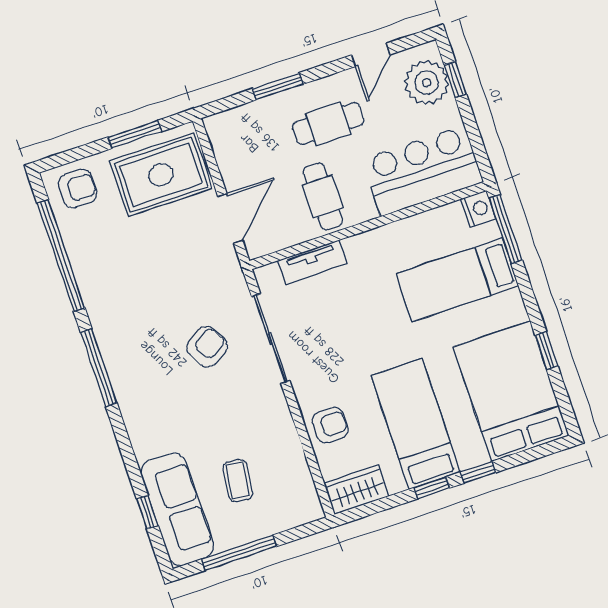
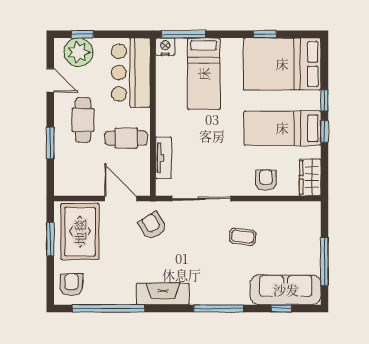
fireplace: (110, 329) -> (163, 294), added
armchair: (207, 347) -> (152, 226), moved
window: (99, 368) -> (219, 308), moved
coffee table: (238, 481) -> (243, 237), moved

